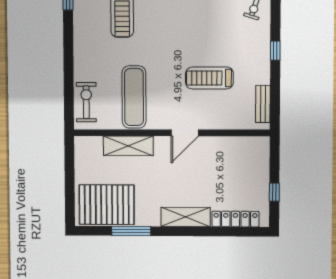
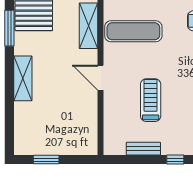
bench: (263, 104) -> (143, 149), moved
window: (274, 192) -> (46, 160), width x1.50
locker: (235, 219) -> (21, 124), removed

